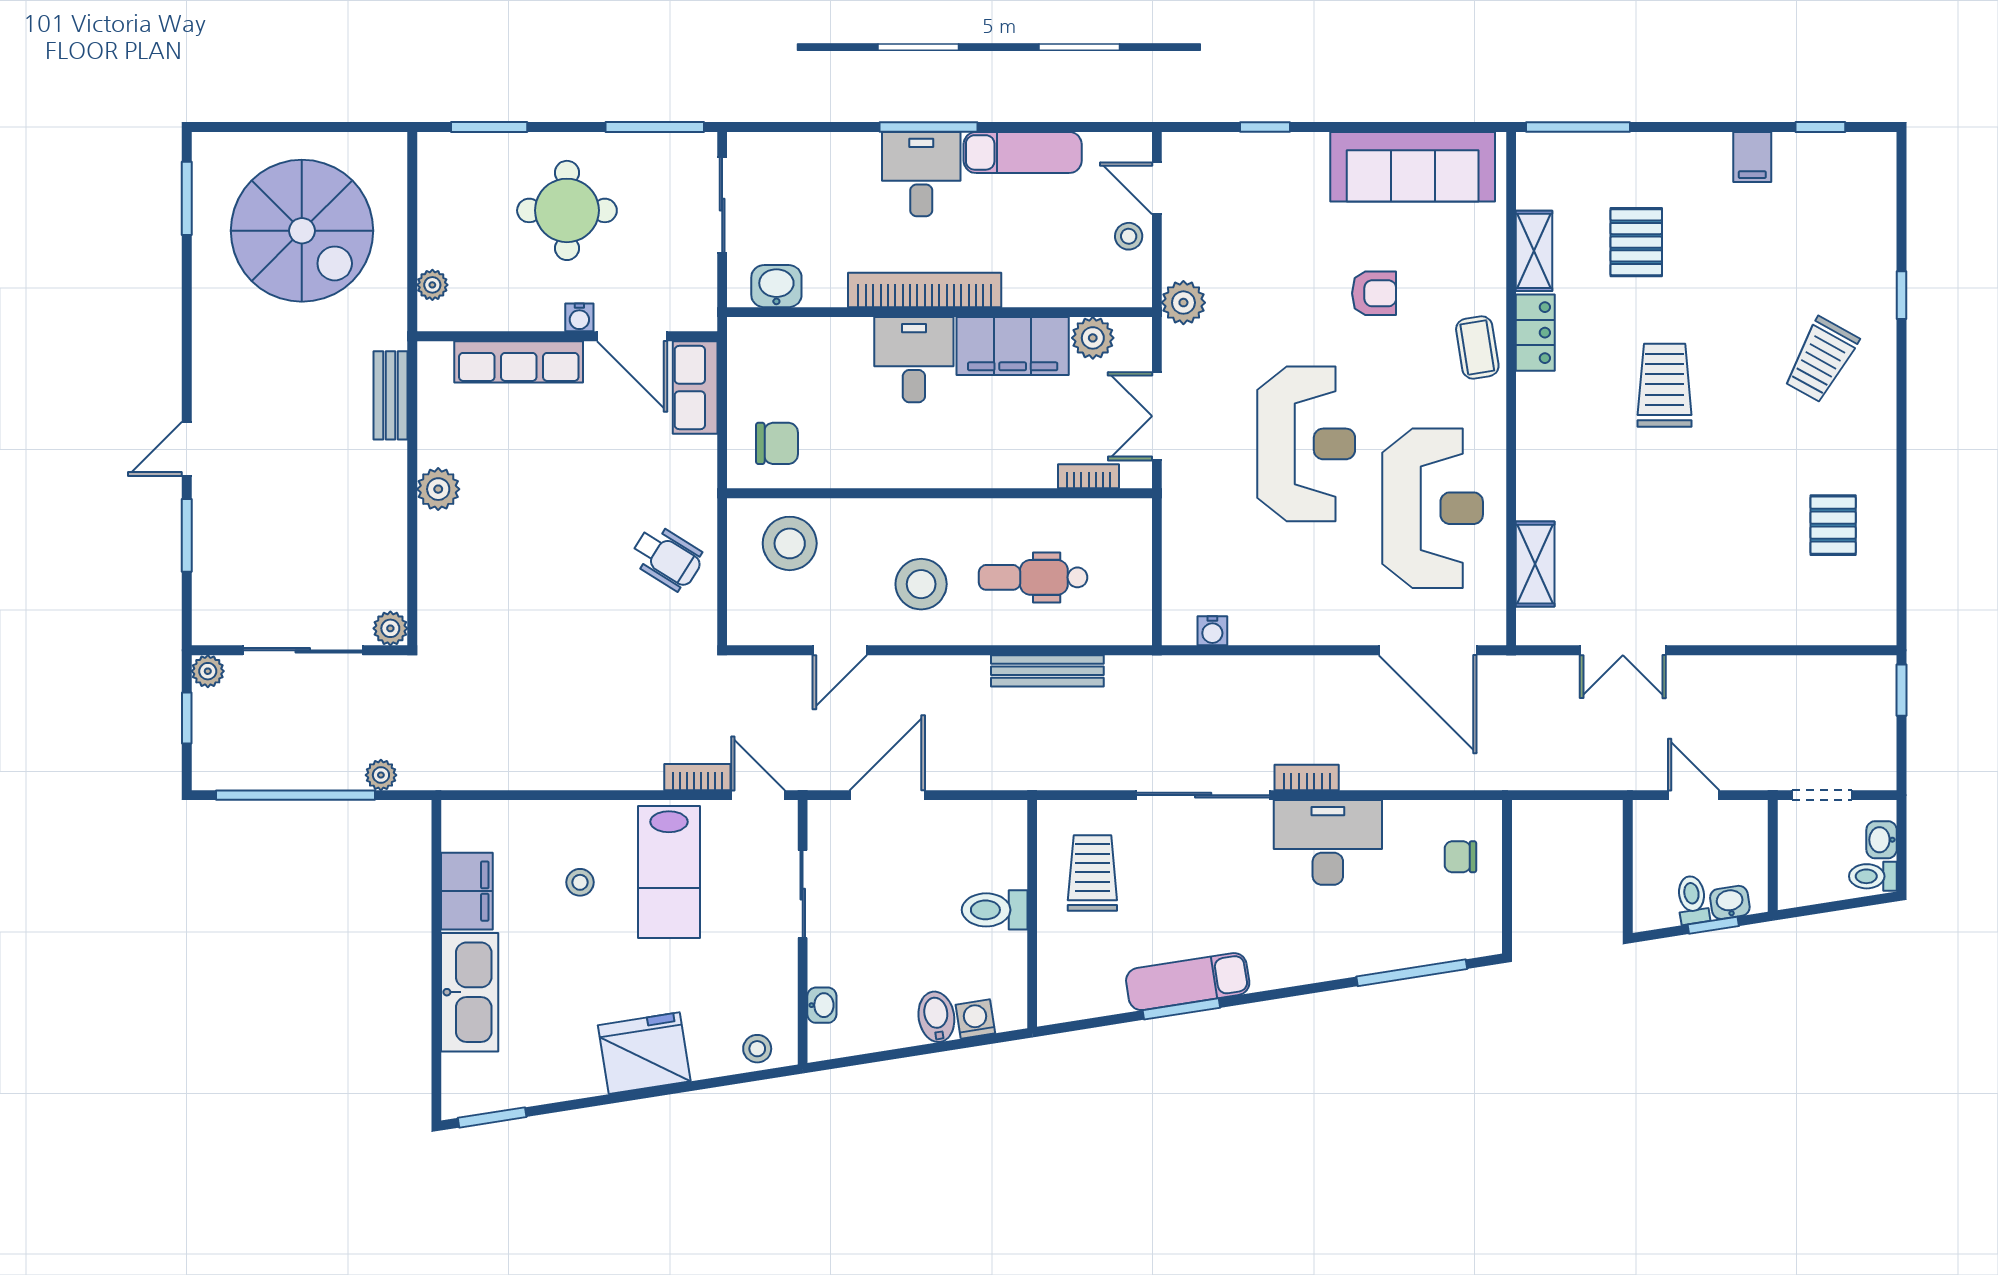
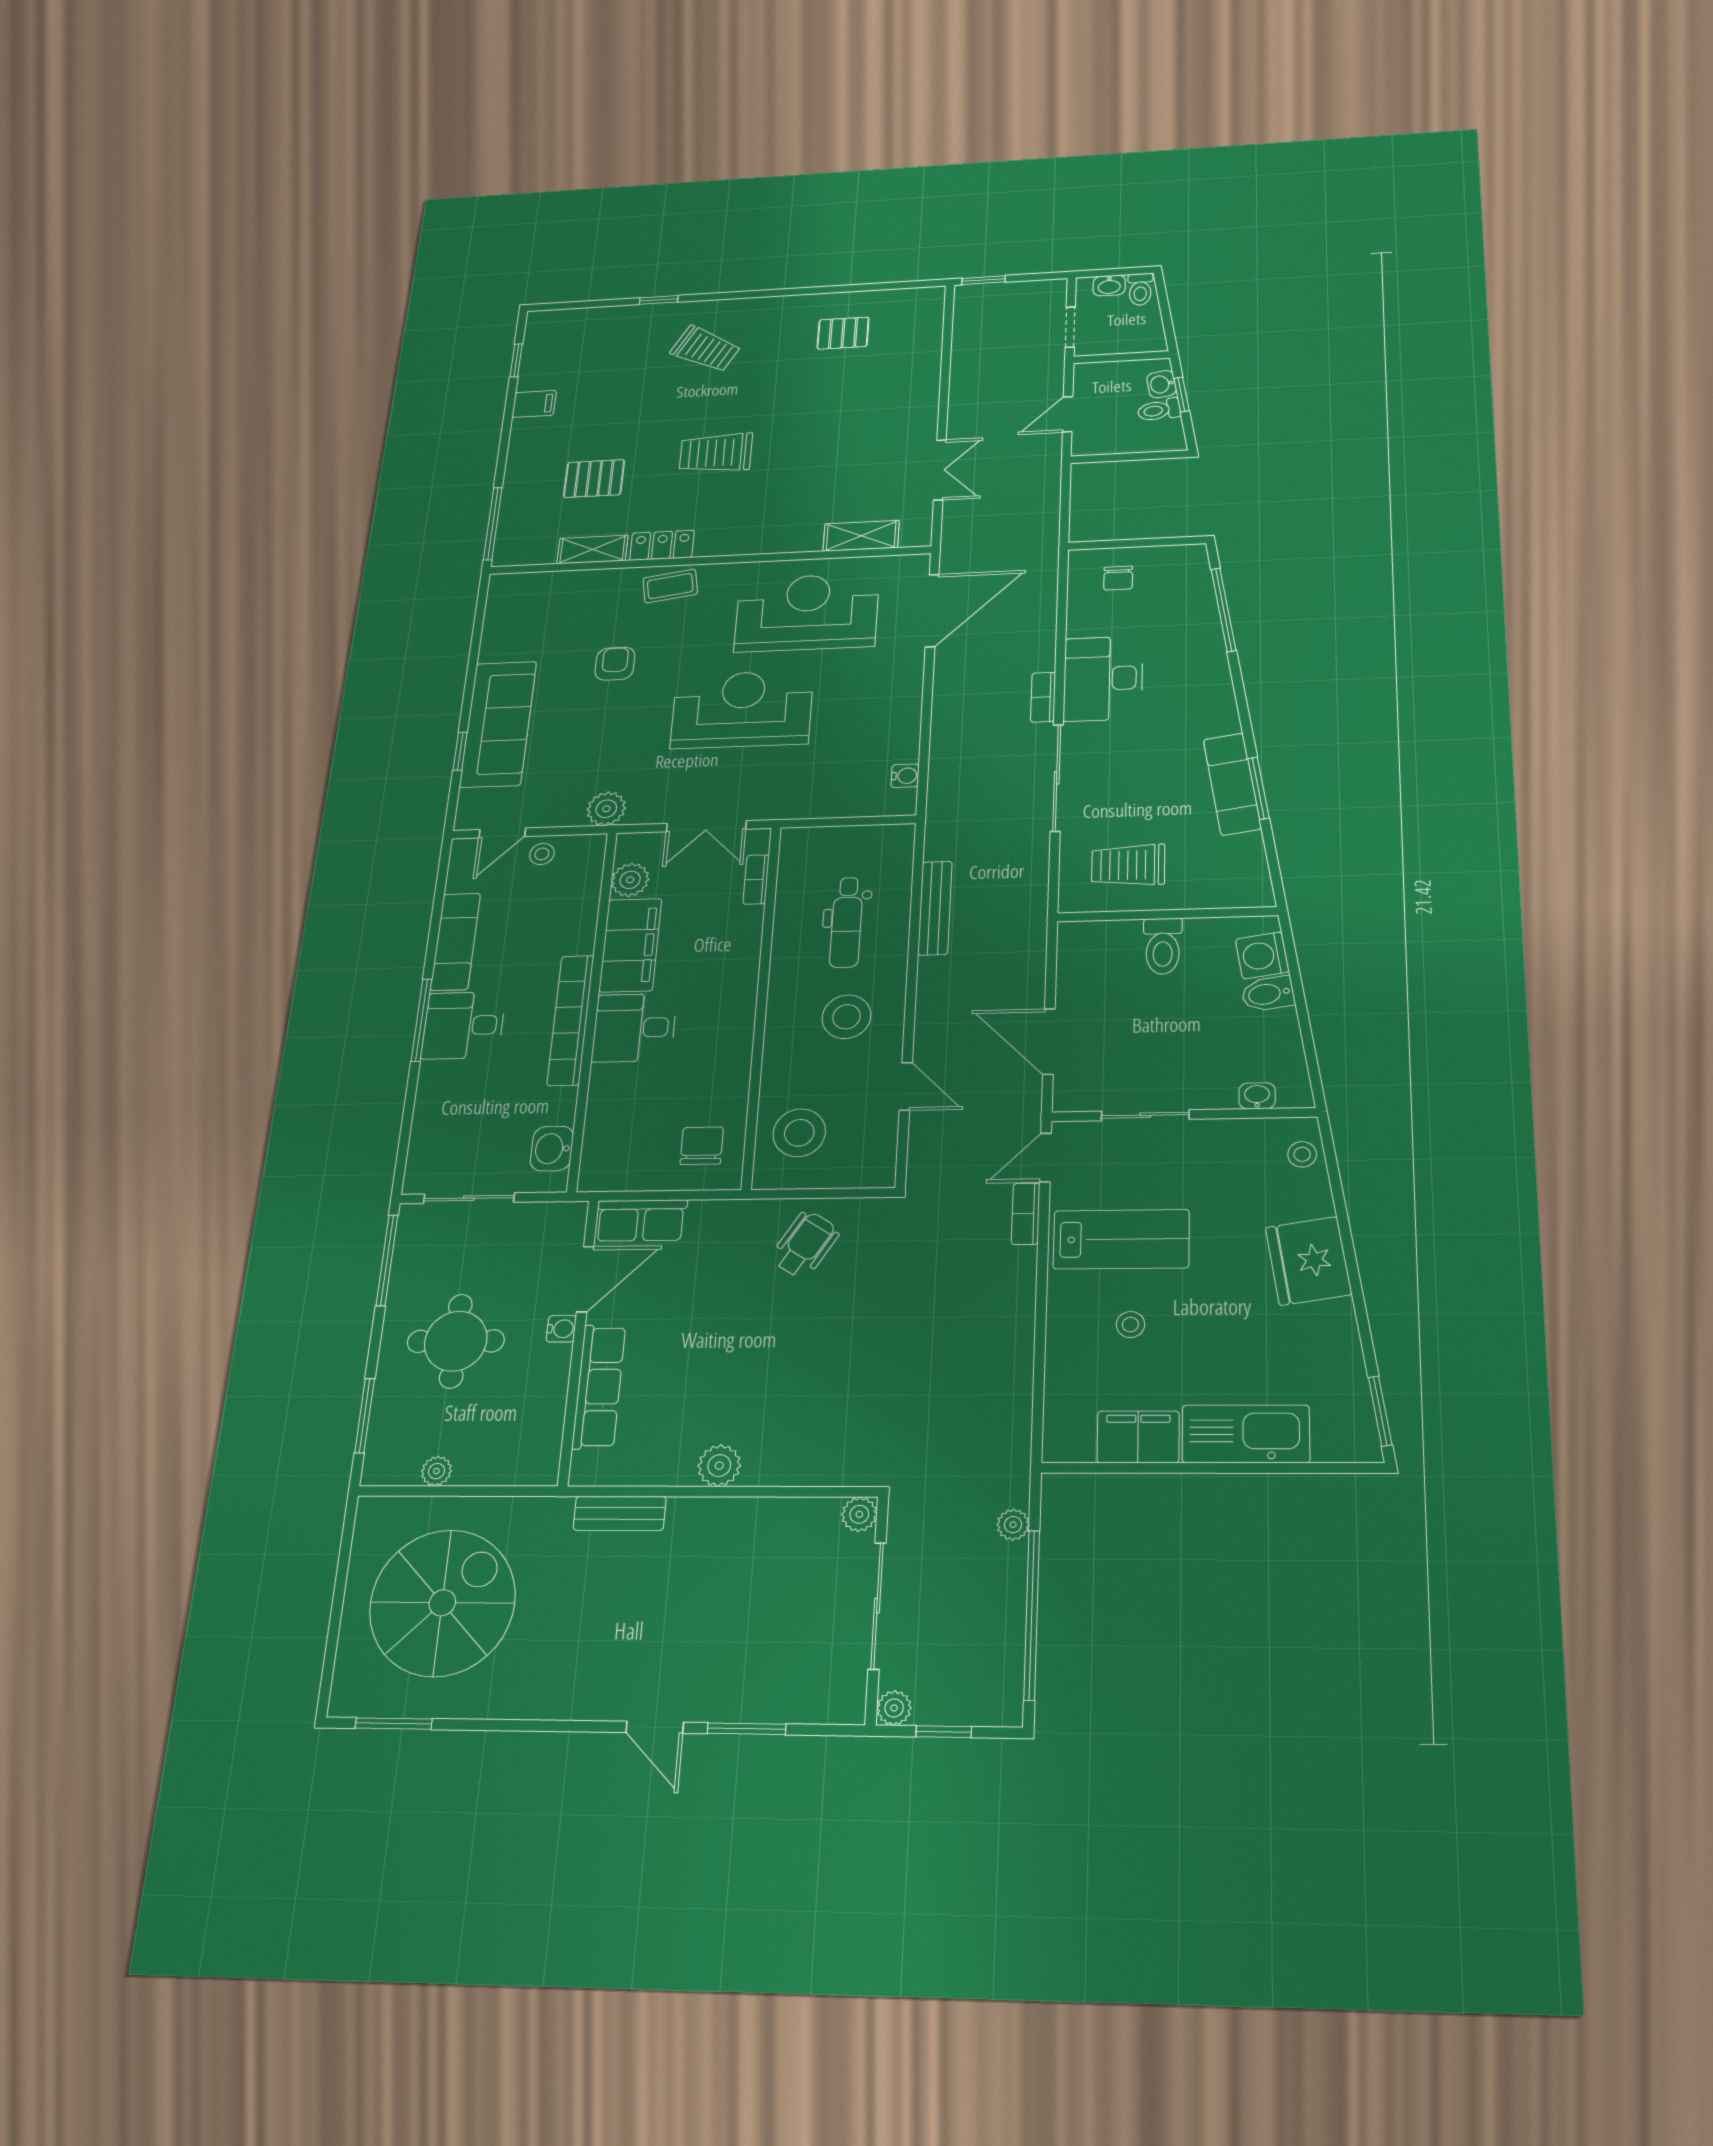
sofa: (1413, 167) -> (498, 724), moved
plant: (432, 285) -> (436, 1471), moved
washing machine: (975, 1019) -> (1262, 955), width x1.38, depth x1.38

